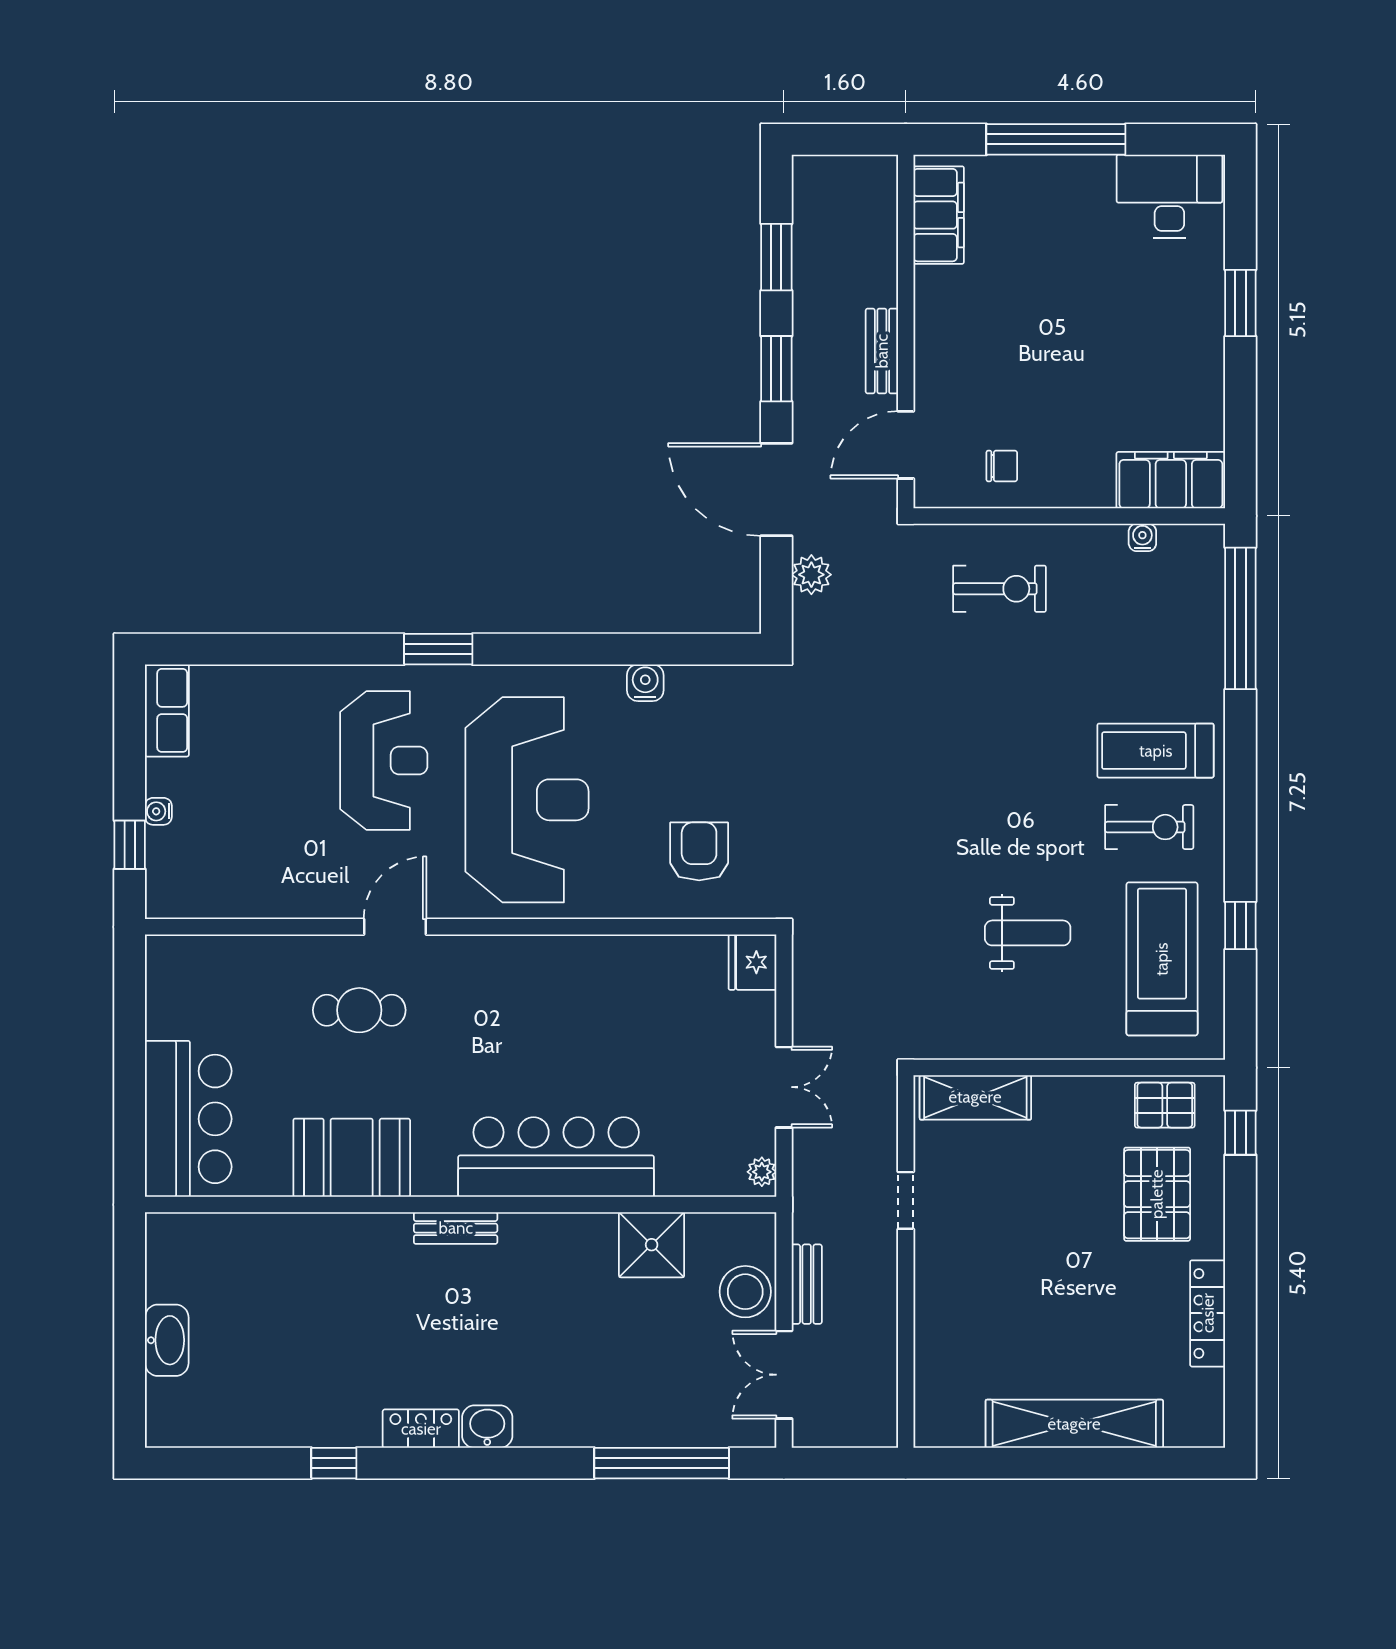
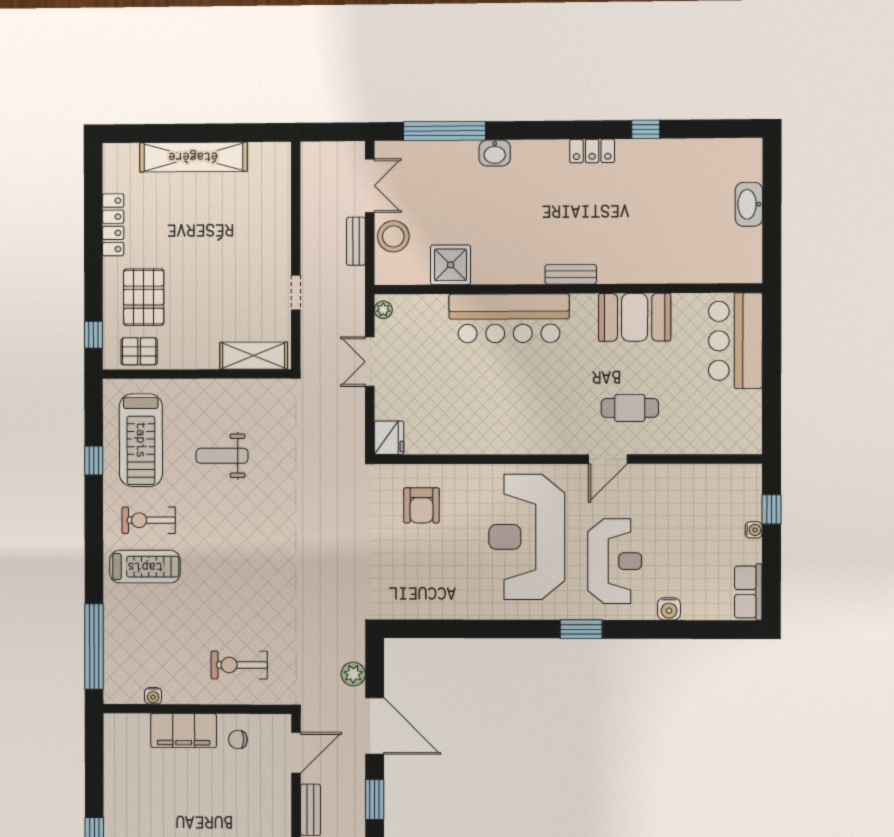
filing cabinet: (1171, 480) -> (184, 731), moved
water cooler: (645, 683) -> (669, 609), moved
reception desk: (384, 760) -> (615, 561), turned 180
washbasin: (487, 1427) -> (495, 153), moved

